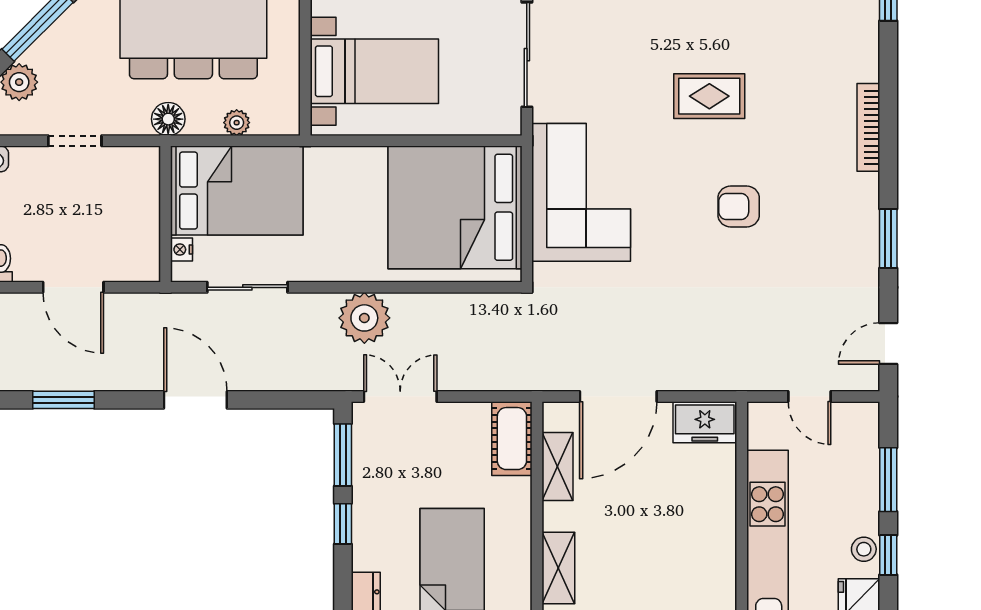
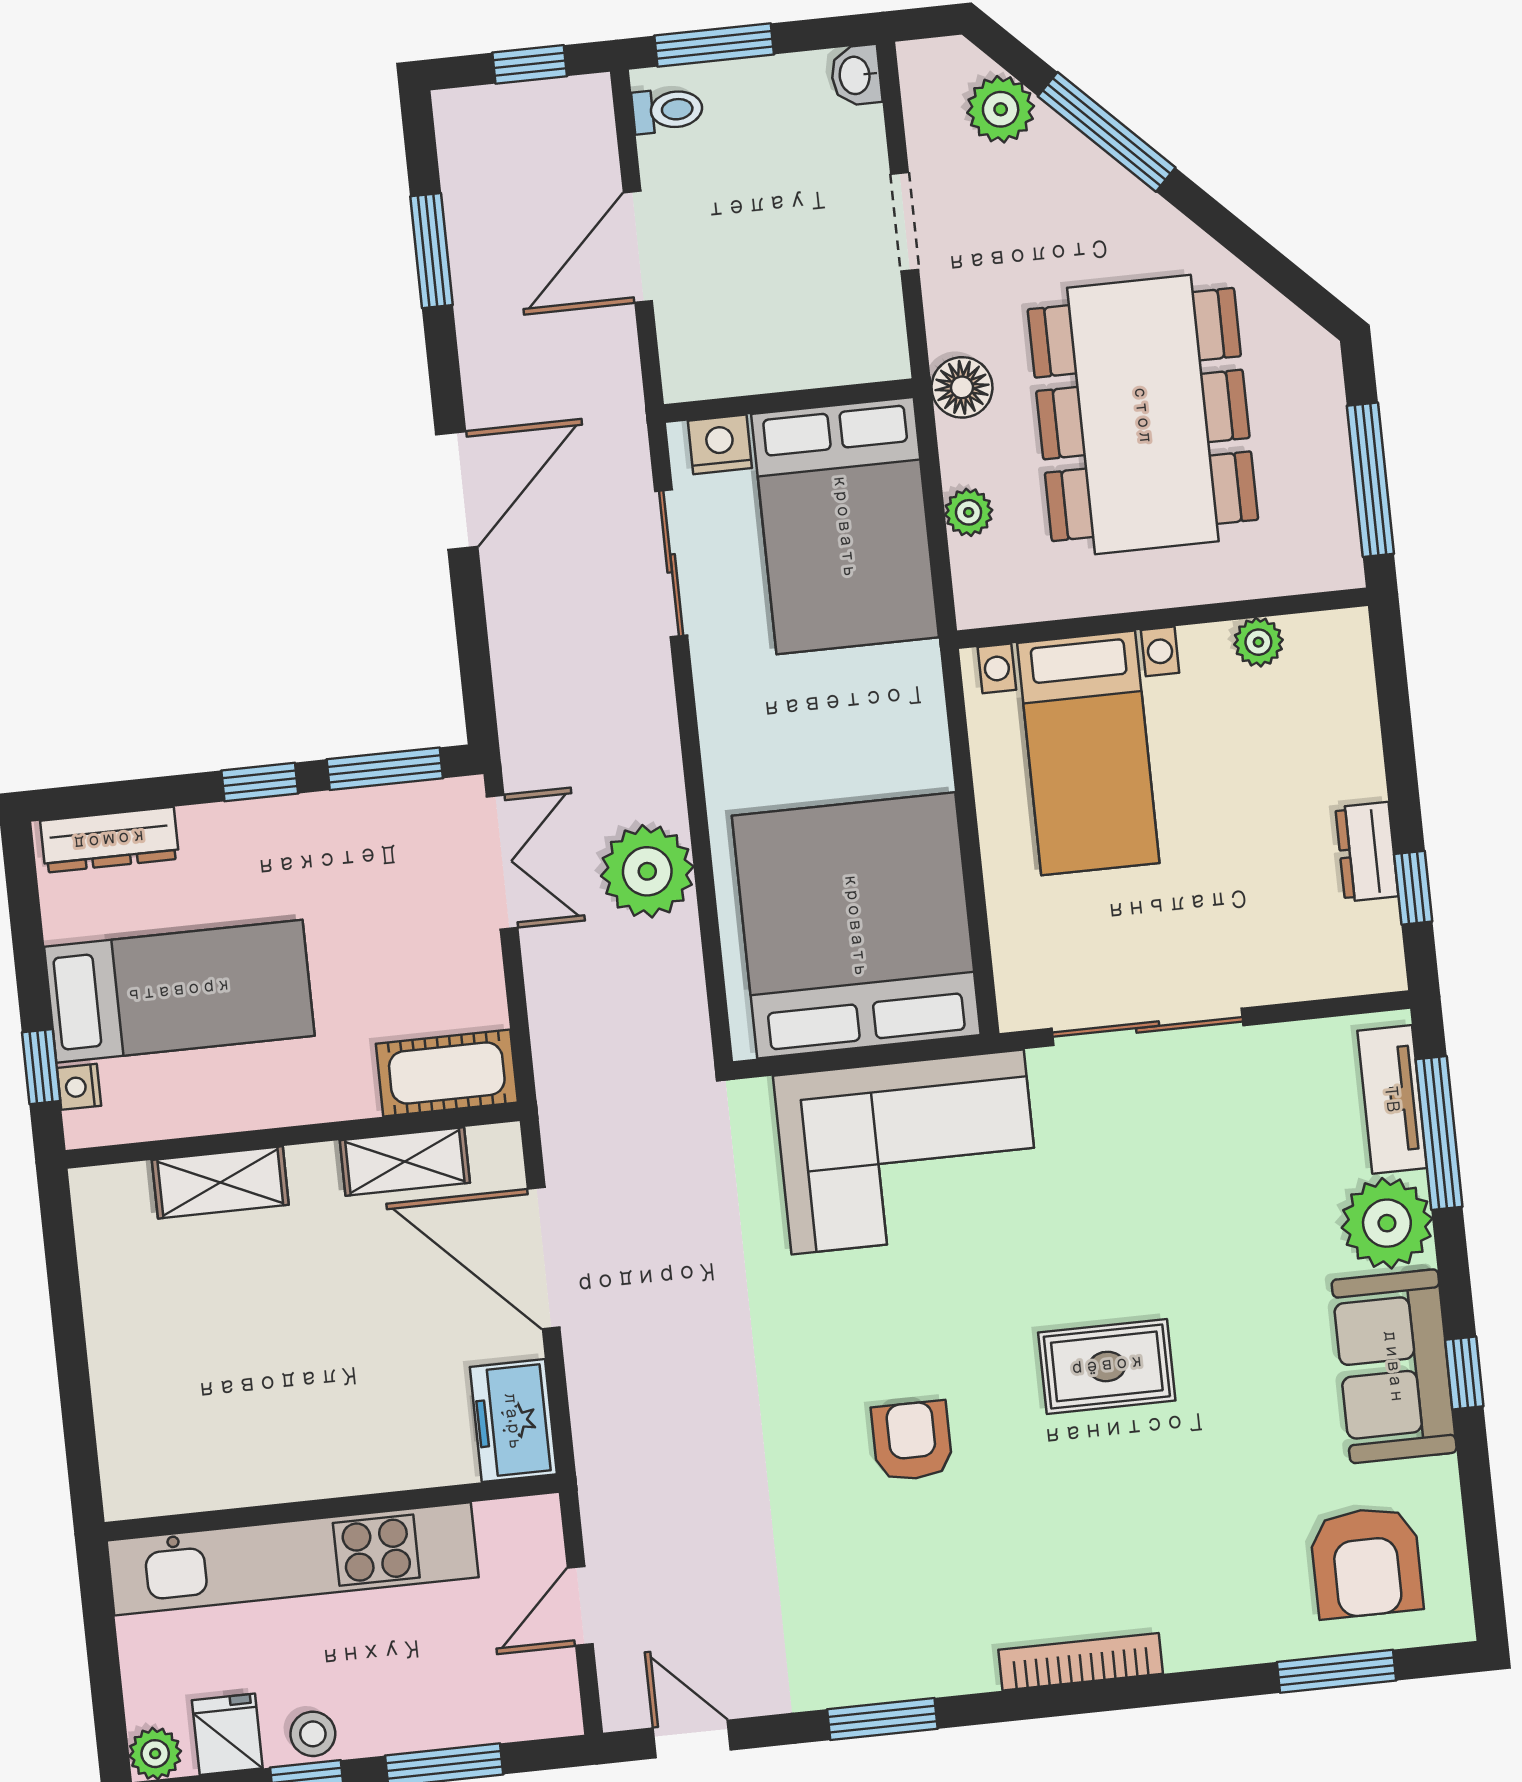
rug: (709, 96) -> (1107, 1366), turned 90
nightstand: (182, 250) -> (720, 444), width x1.39, depth x1.35
plant: (364, 318) -> (647, 871), moved

